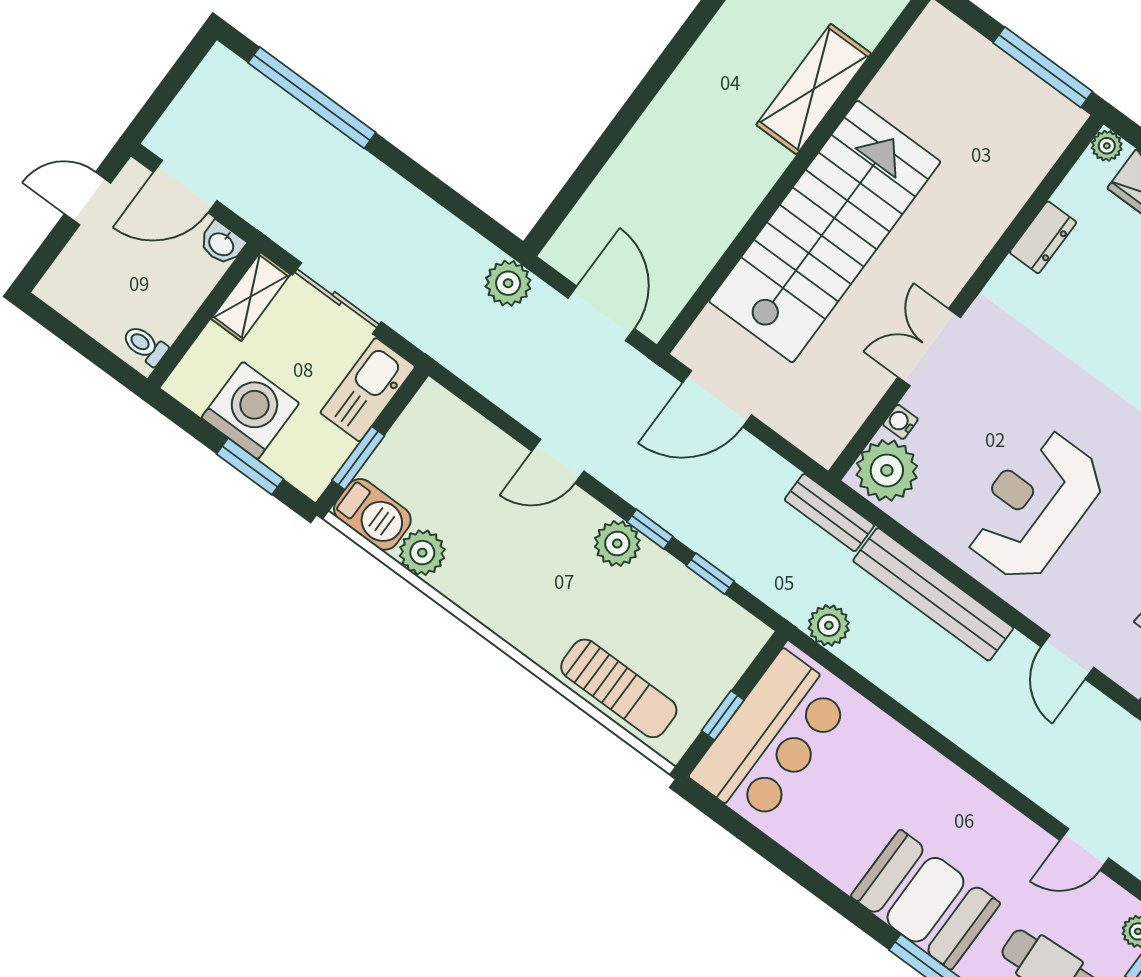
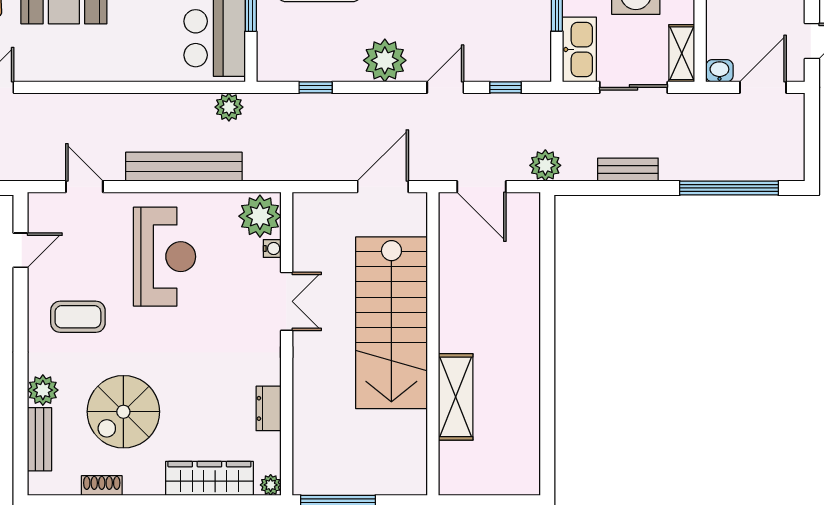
bench: (829, 513) -> (628, 170), moved
window: (650, 529) -> (506, 87), moved
plant: (617, 544) -> (385, 60), width x1.36, depth x1.36

